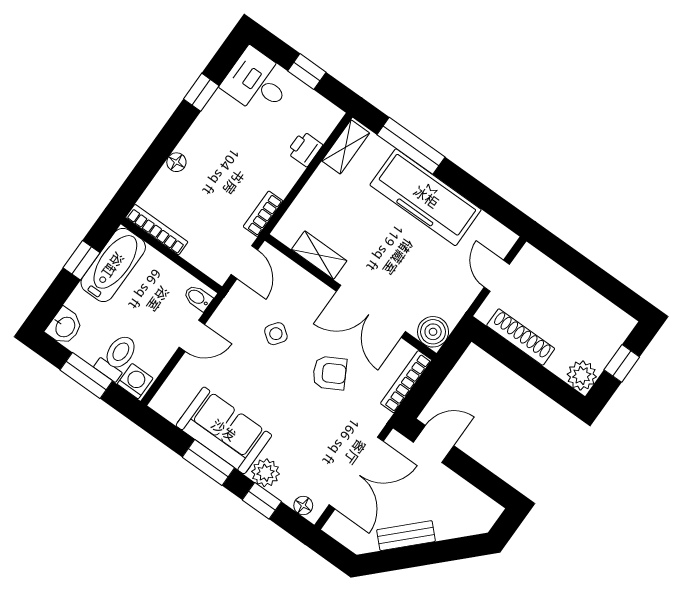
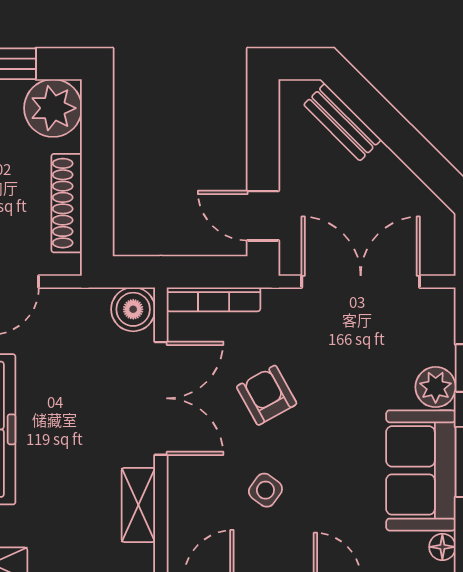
plant: (582, 375) -> (53, 108), width x1.36, depth x1.36
floor lamp: (303, 506) -> (442, 547), moved
bench: (406, 536) -> (342, 122), moved

